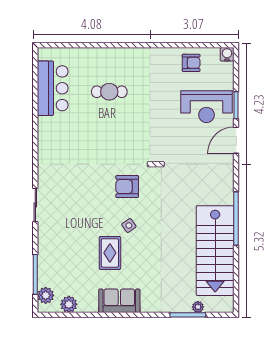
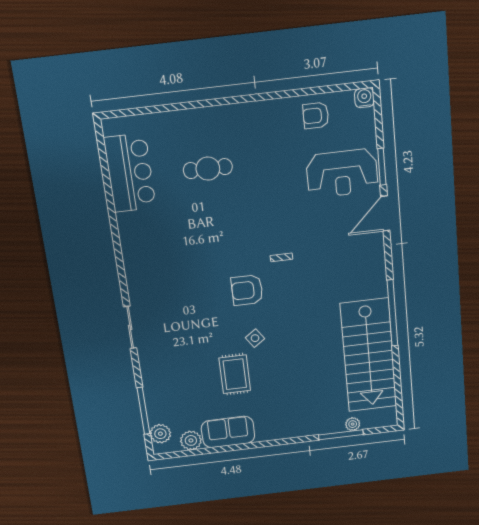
armchair: (191, 63) -> (316, 116), turned 180
sofa: (119, 301) -> (228, 432), moved

